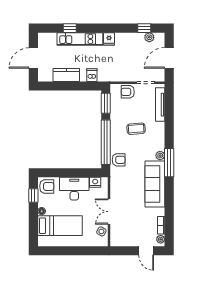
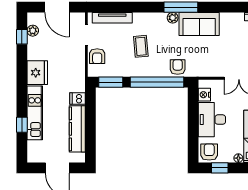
fridge: (109, 39) -> (37, 73), width x1.88, depth x1.34
kitchen counter: (66, 75) -> (77, 129), width x1.50
sofa: (155, 184) -> (199, 24), width x0.73

